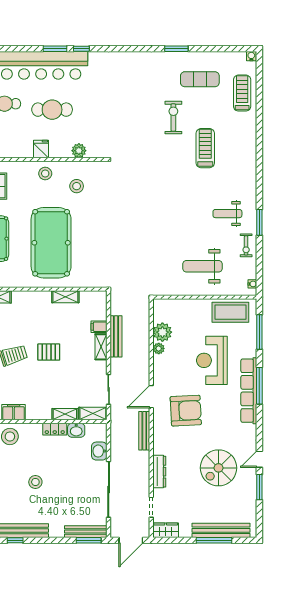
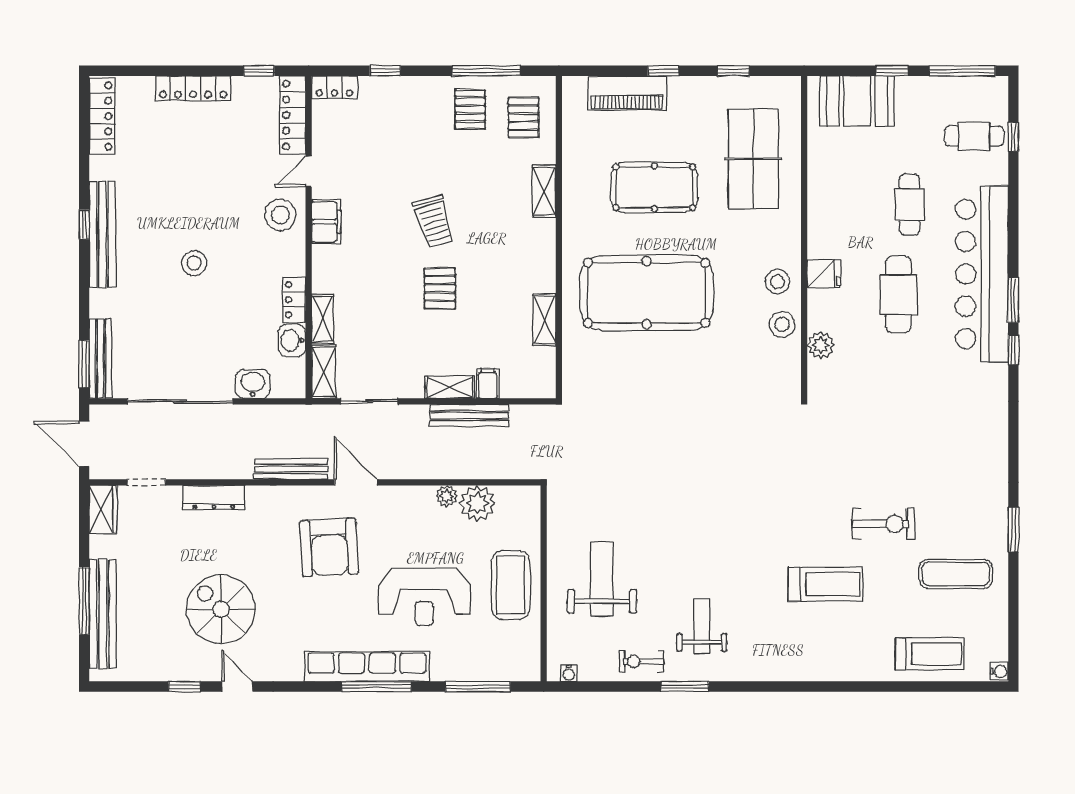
exercise mat: (200, 79) -> (956, 574), turned 90
stool: (77, 186) -> (782, 324), moved
coffee table: (230, 312) -> (511, 585), moved
reception desk: (212, 360) -> (424, 597), turned 180
window: (259, 487) -> (184, 687), width x0.67

